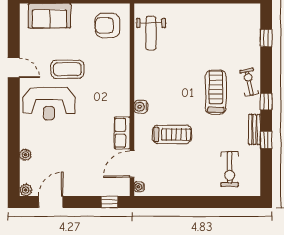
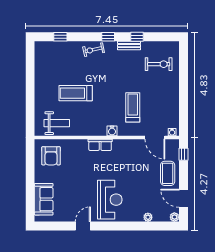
coffee table: (67, 69) -> (168, 173), moved
treadmill: (216, 92) -> (76, 93), moved
row of seats: (122, 133) -> (100, 145), moved

